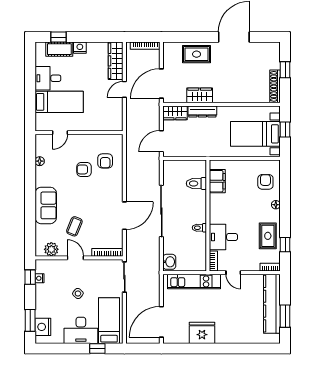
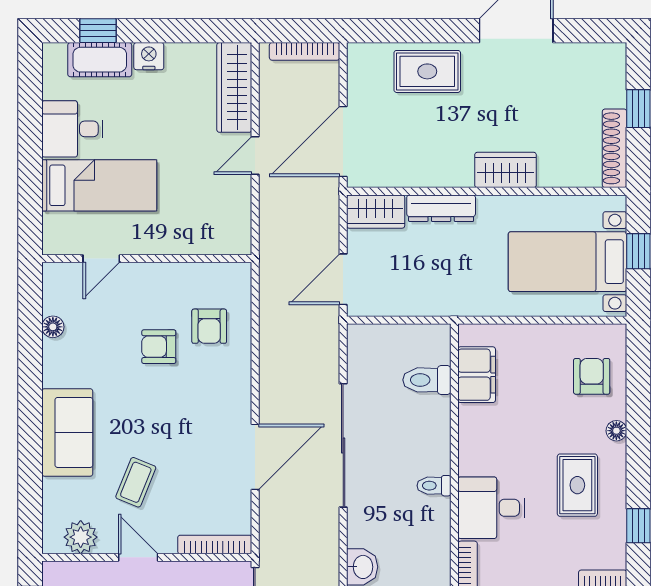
wardrobe: (200, 95) -> (506, 170), moved
rug: (268, 236) -> (577, 485), moved

